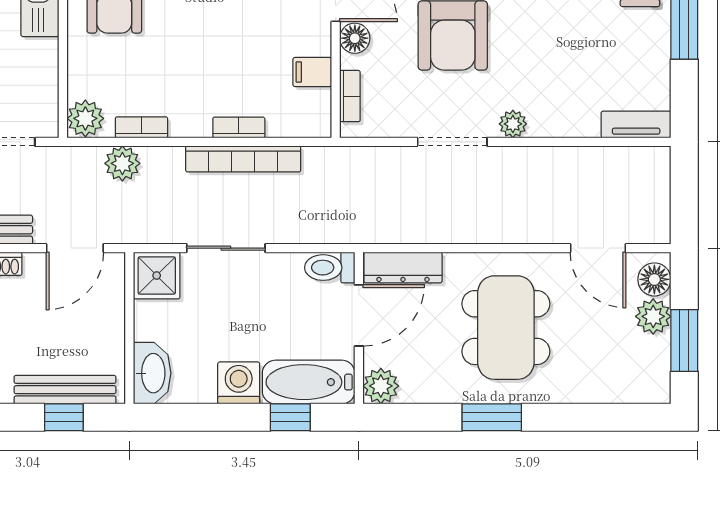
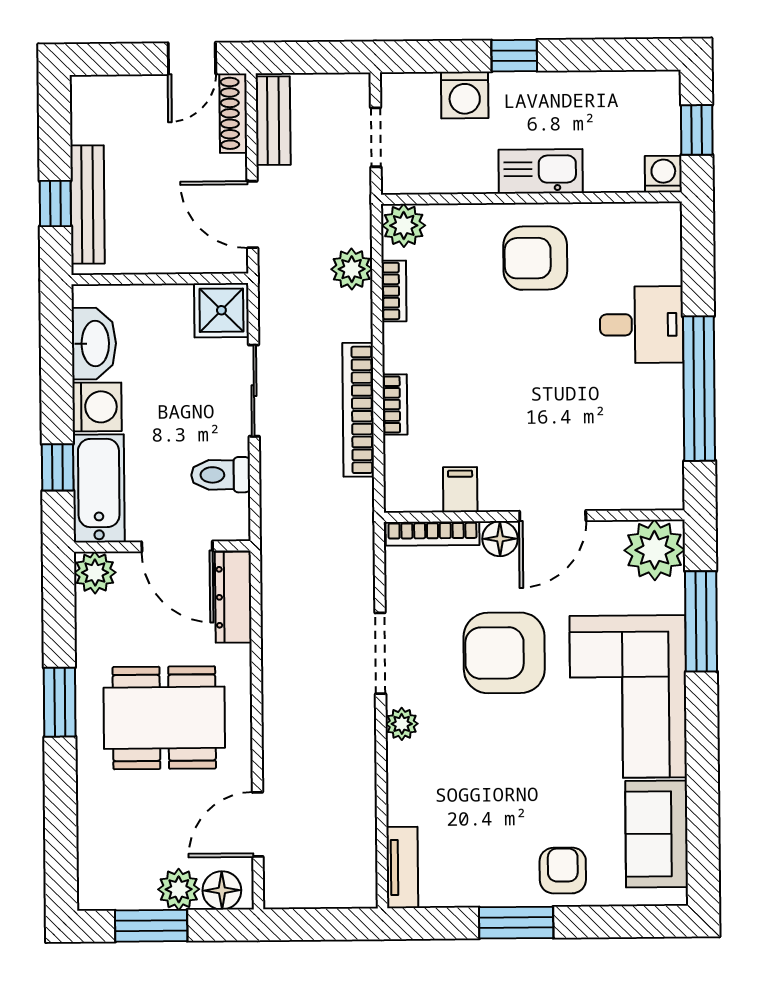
bookcase: (350, 96) -> (433, 534), width x1.56
toilet: (330, 268) -> (221, 475), moved, turned -90
washbasin: (152, 373) -> (94, 344), moved, turned -90

